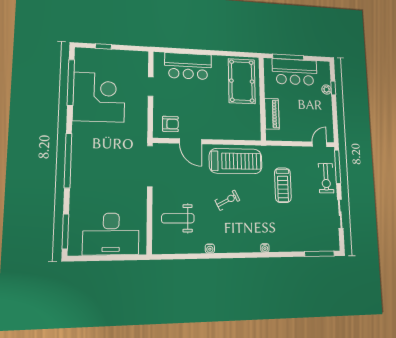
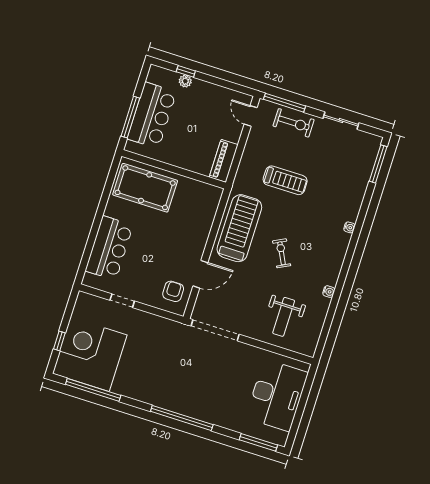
corner desk: (99, 97) -> (90, 354), moved
piano: (272, 114) -> (224, 161), moved, turned -90

